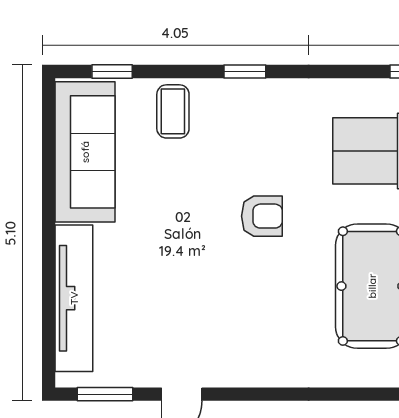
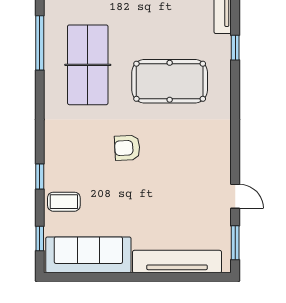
window: (245, 72) -> (40, 176), moved
armchair: (262, 216) -> (127, 148), turned -93

